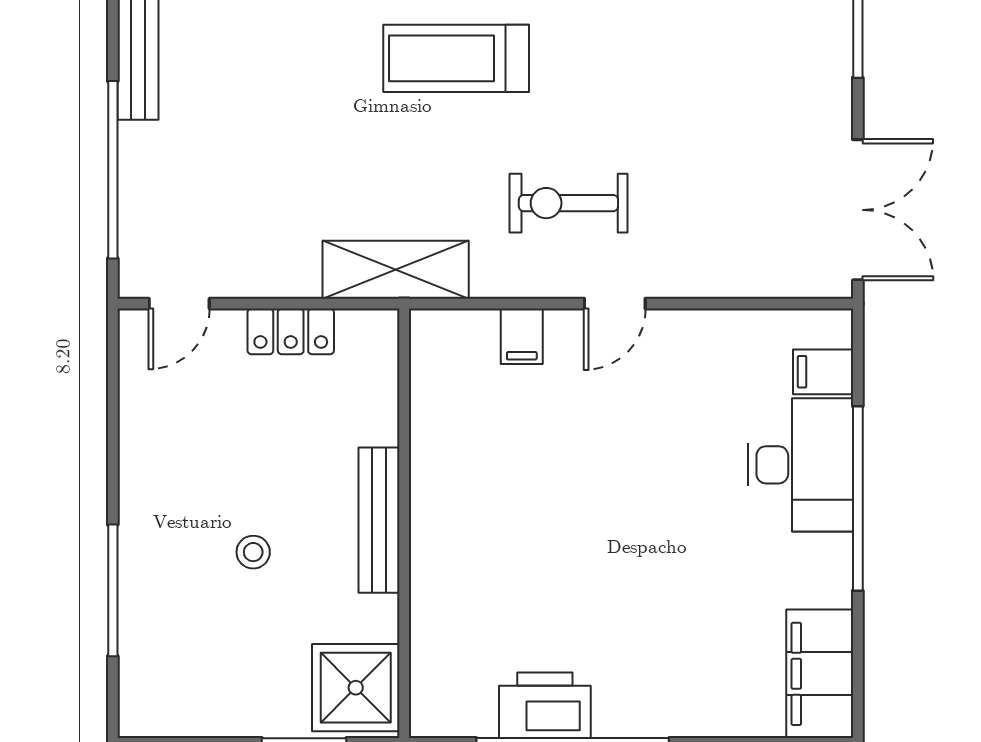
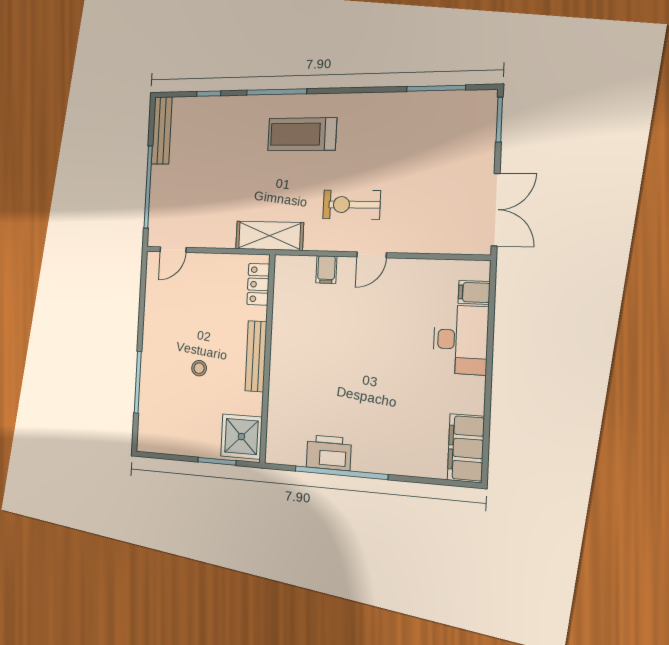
locker: (291, 331) -> (258, 284), moved, turned 90
window: (858, 498) -> (489, 359), removed

